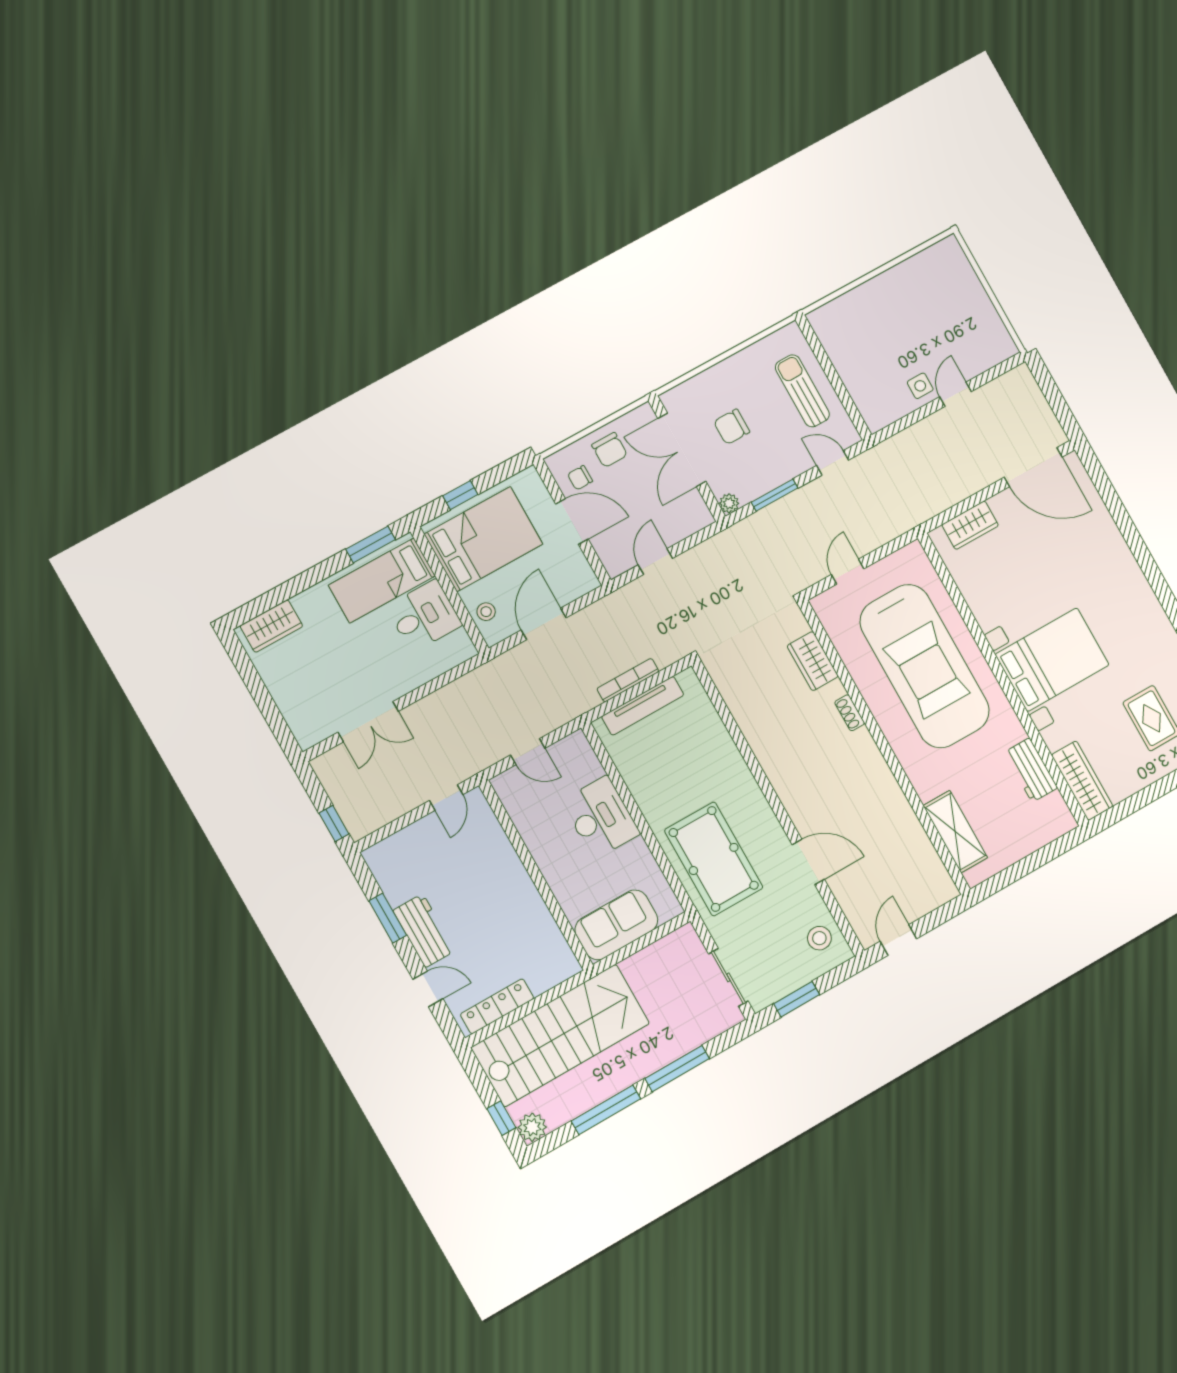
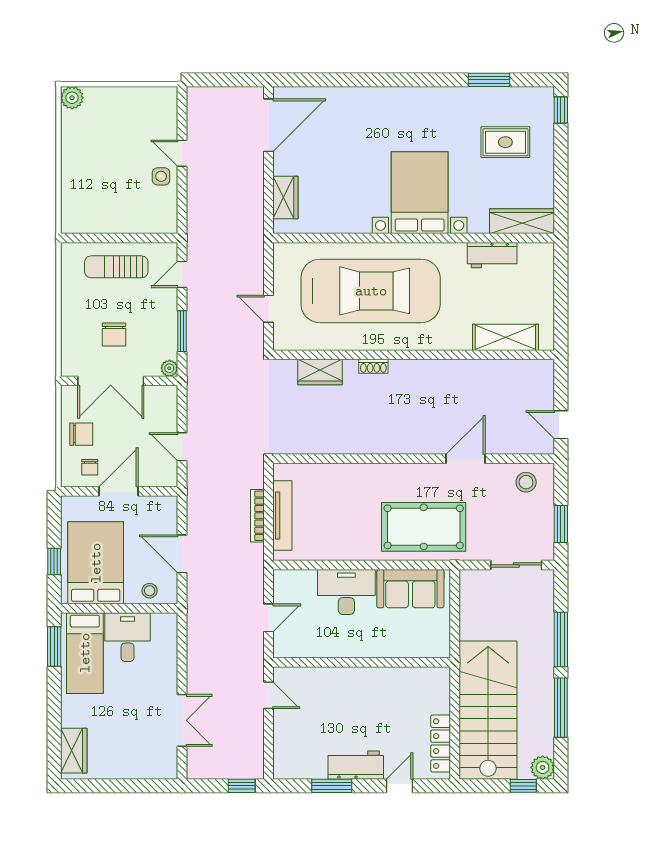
plant: (949, 251) -> (72, 98), added
sofa: (616, 925) -> (410, 589), moved, turned -90

